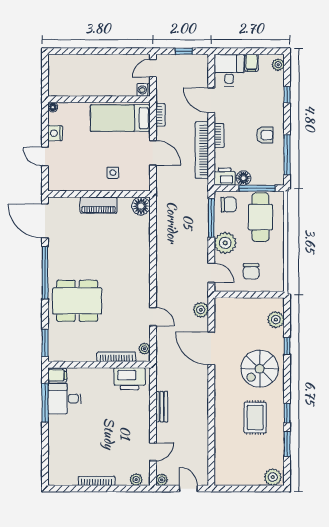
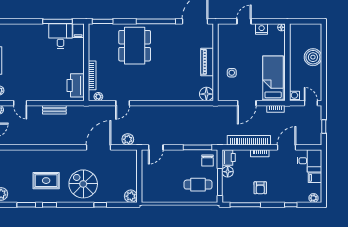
boiler: (92, 65) -> (313, 57), added
cafe table: (260, 217) -> (198, 185), width x0.73, depth x0.74
plant: (225, 243) -> (179, 158), removed
chair: (251, 271) -> (157, 177), removed
plant: (276, 320) -> (131, 196), moved

